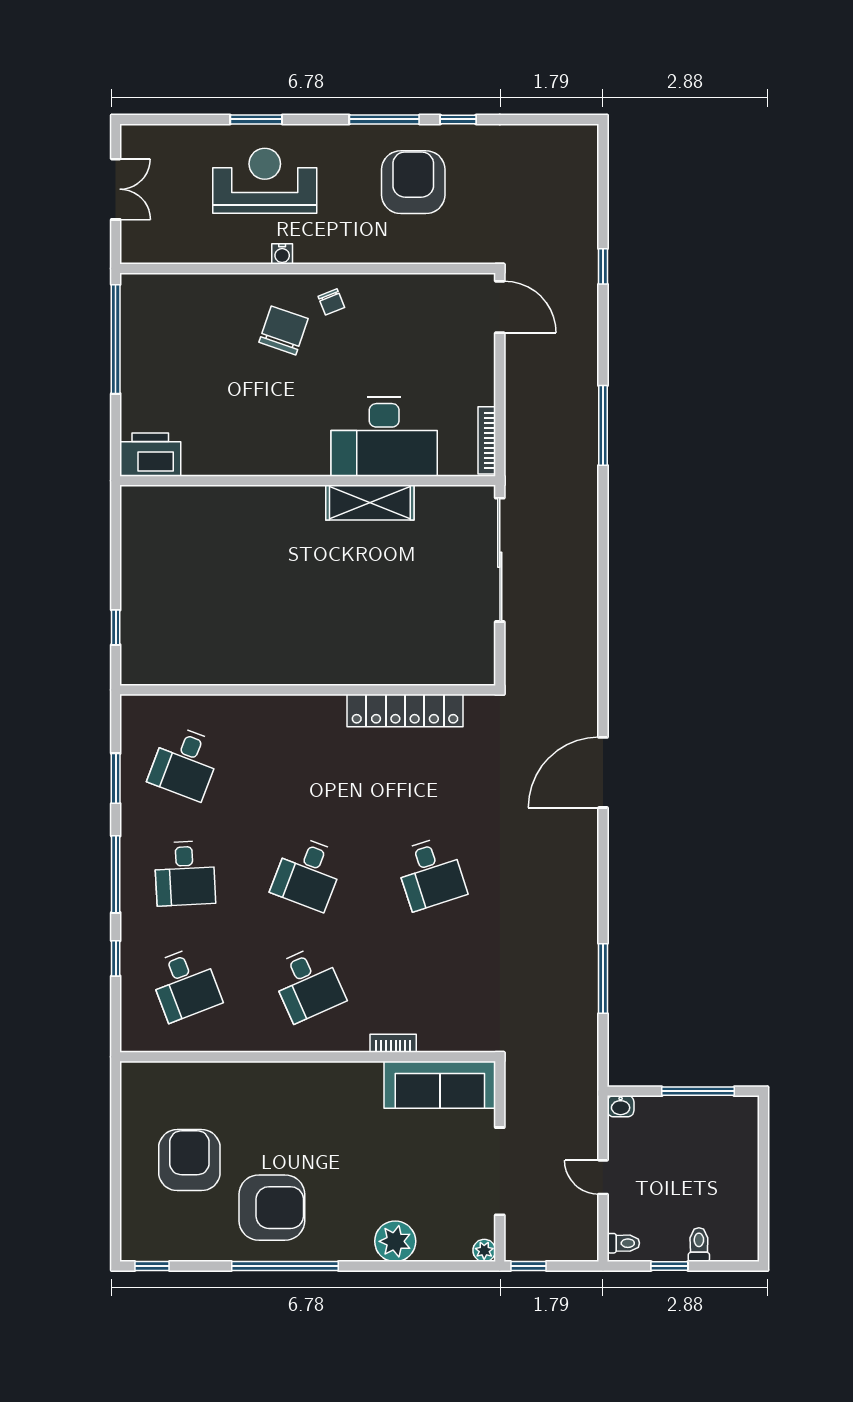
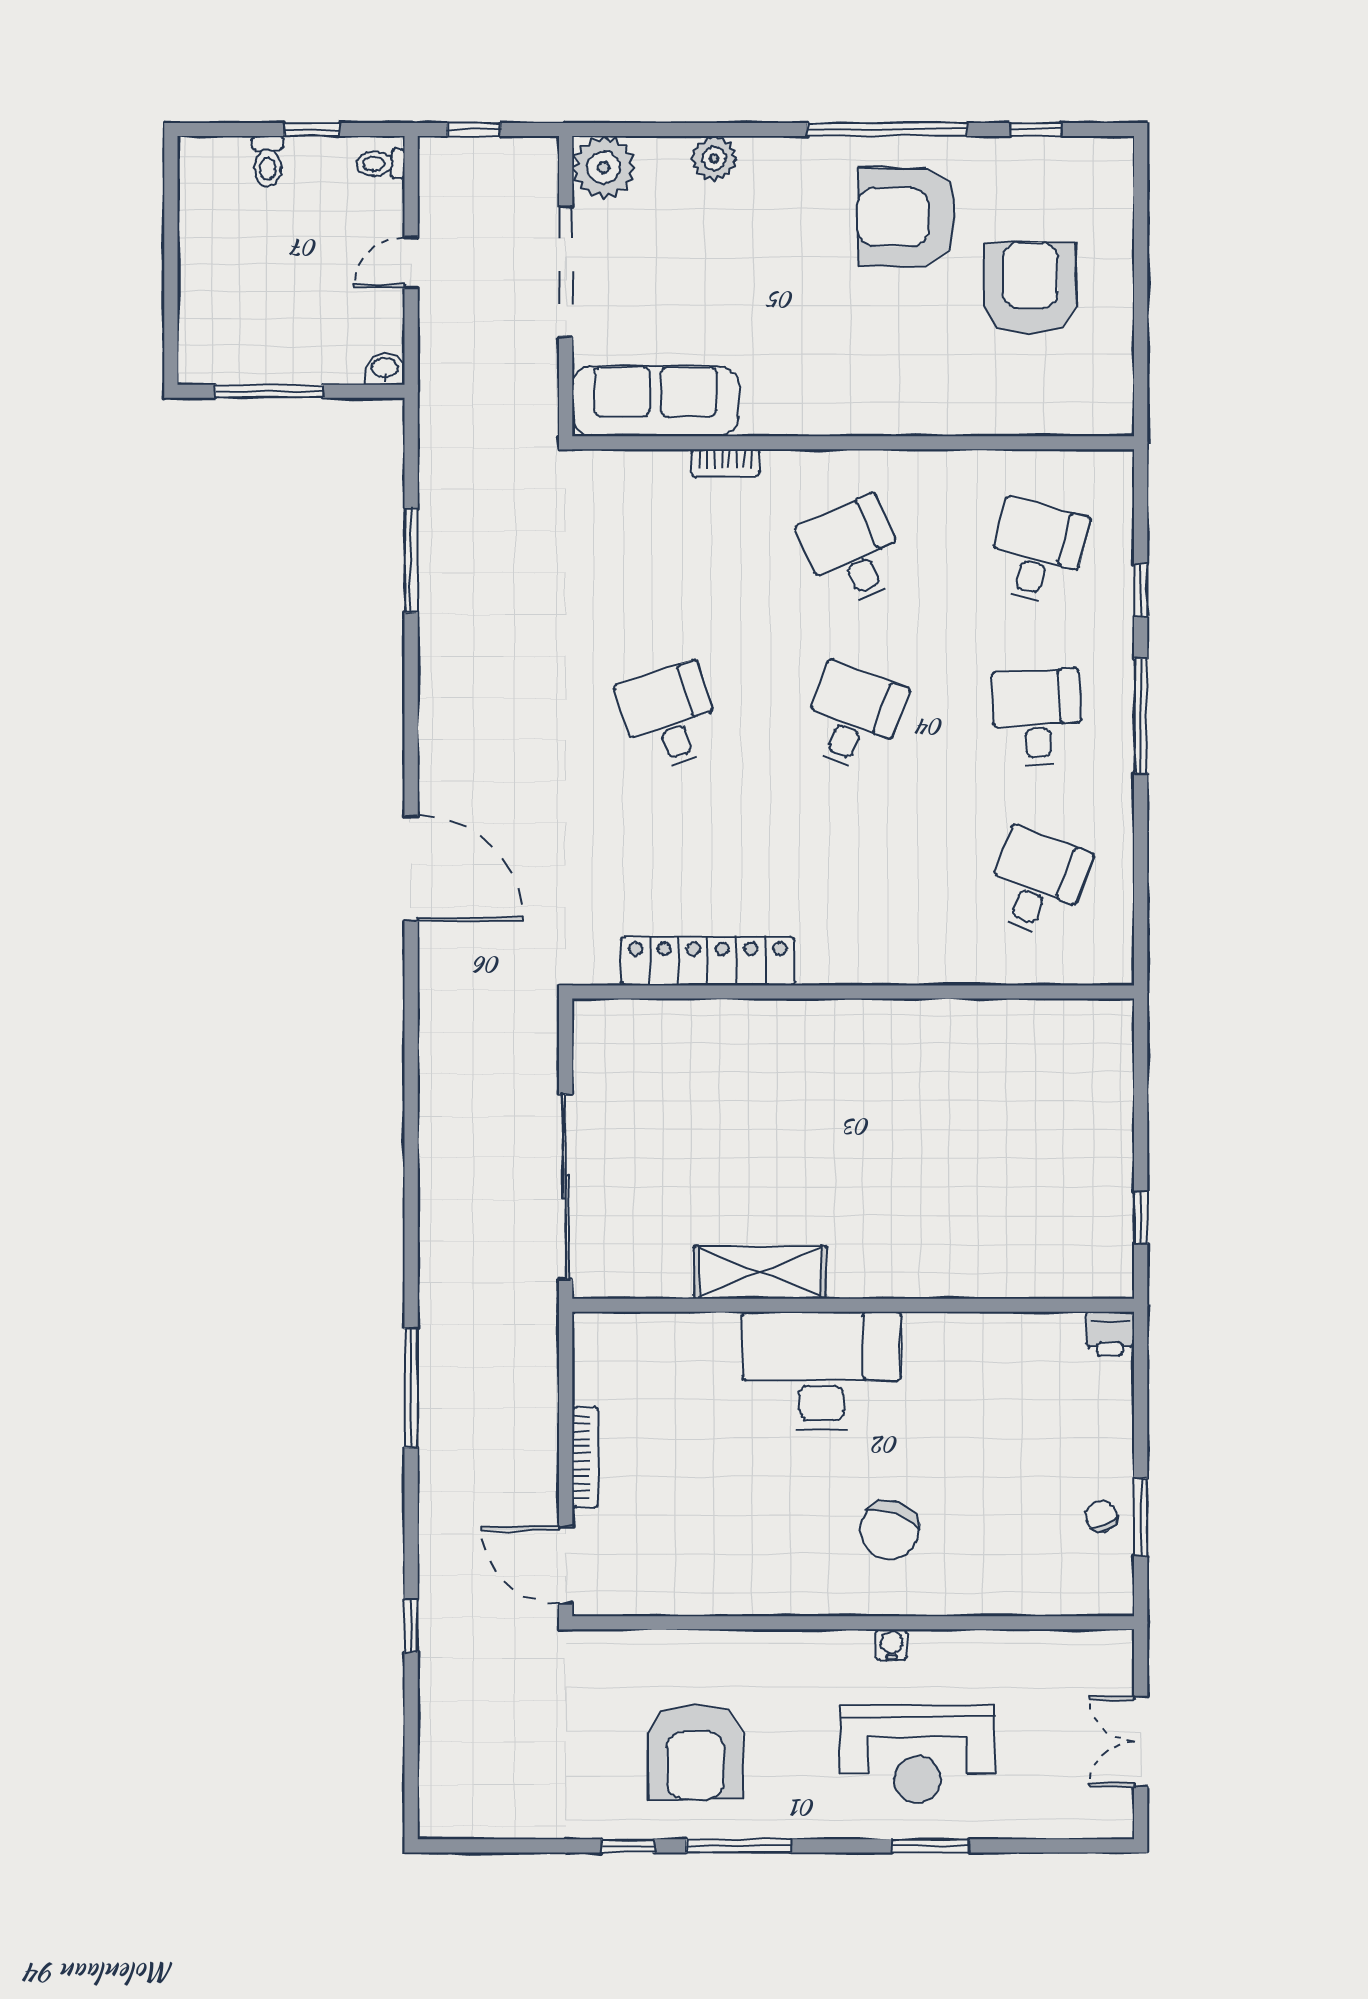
chair: (331, 302) -> (1102, 1516), moved
window: (116, 339) -> (1141, 1517), width x0.47
desk: (384, 437) -> (822, 1371), moved
bookcase: (487, 440) -> (585, 1457), moved
printer: (150, 455) -> (1110, 1334), width x0.53, depth x0.68
window: (116, 627) -> (1141, 1218), moved
door: (603, 772) -> (411, 868), hinge flipped
window: (116, 778) -> (1141, 859), removed
desk: (185, 984) -> (1037, 552), turned 36
armchair: (189, 1160) -> (1030, 288), turned 180
door: (603, 1177) -> (411, 262), swing flipped
plant: (395, 1241) -> (714, 158), width x0.73, depth x0.73
plant: (484, 1250) -> (604, 168), width x1.87, depth x1.87
window: (152, 1266) -> (1036, 130), moved
window: (528, 1266) -> (474, 130), moved

